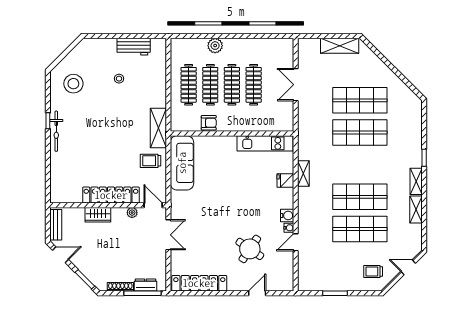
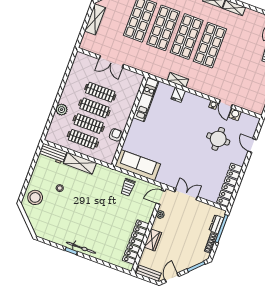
workbench: (134, 47) -> (53, 154), moved, turned 90
stool: (73, 84) -> (35, 197), moved
shelving: (158, 128) -> (80, 163), moved
locker: (111, 195) -> (136, 242), moved
water cooler: (287, 216) -> (235, 114), moved
shop shelf: (360, 229) -> (187, 37), moved
round table: (250, 249) -> (218, 139), turned -34

